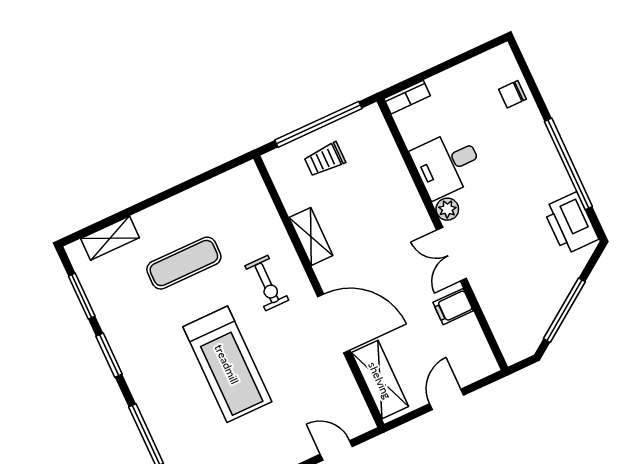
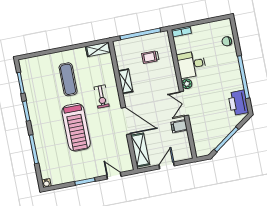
trolley: (325, 159) -> (150, 57), moved
shelving: (110, 238) -> (98, 49), moved
exercise mat: (184, 263) -> (68, 79), turned 90

